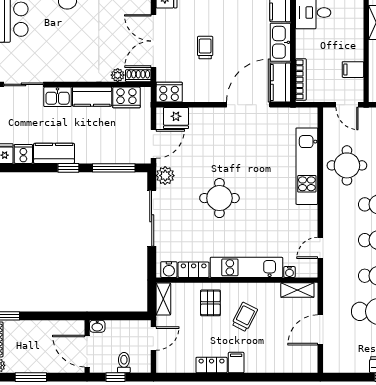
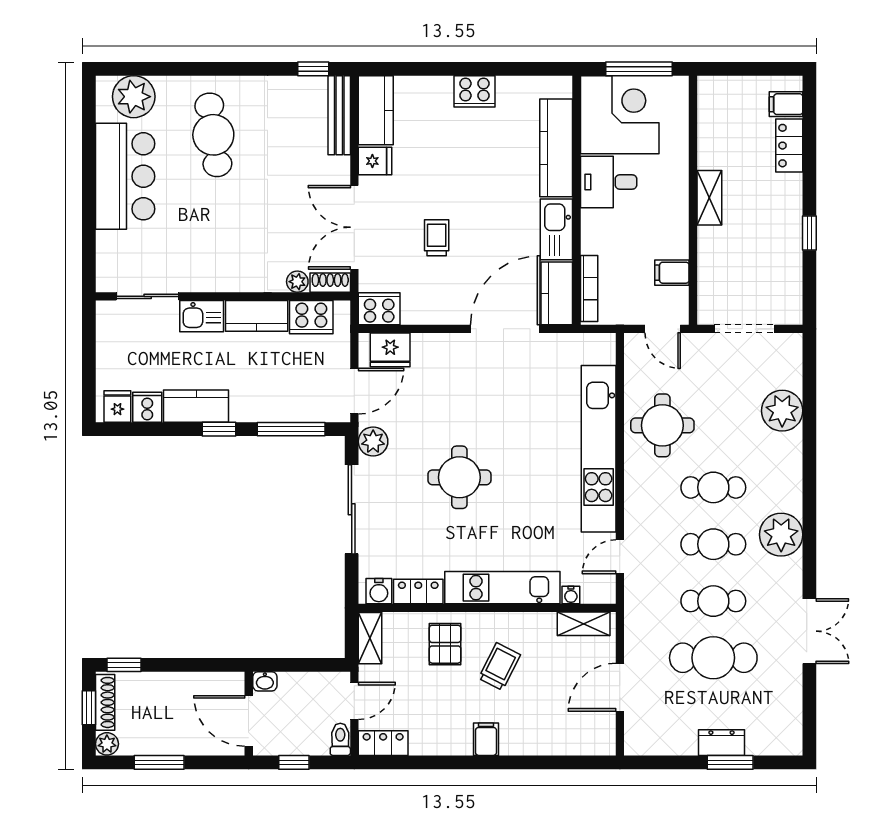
kitchen unit: (307, 166) -> (599, 449), width x1.36
toilet: (124, 363) -> (340, 739), moved
locker: (212, 365) -> (383, 743), moved

